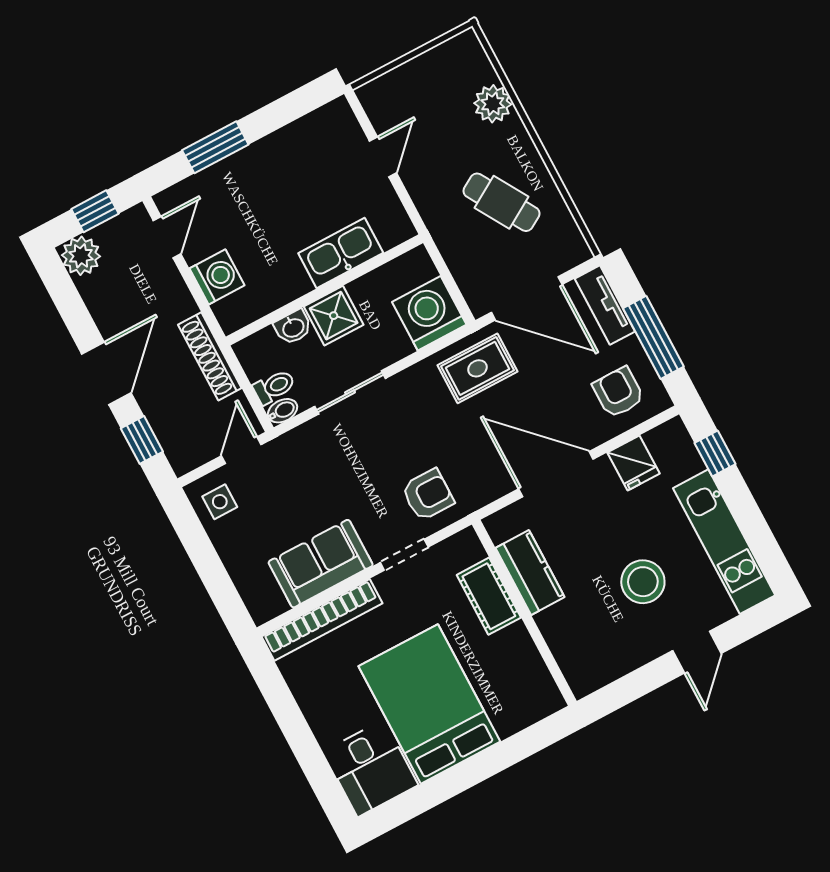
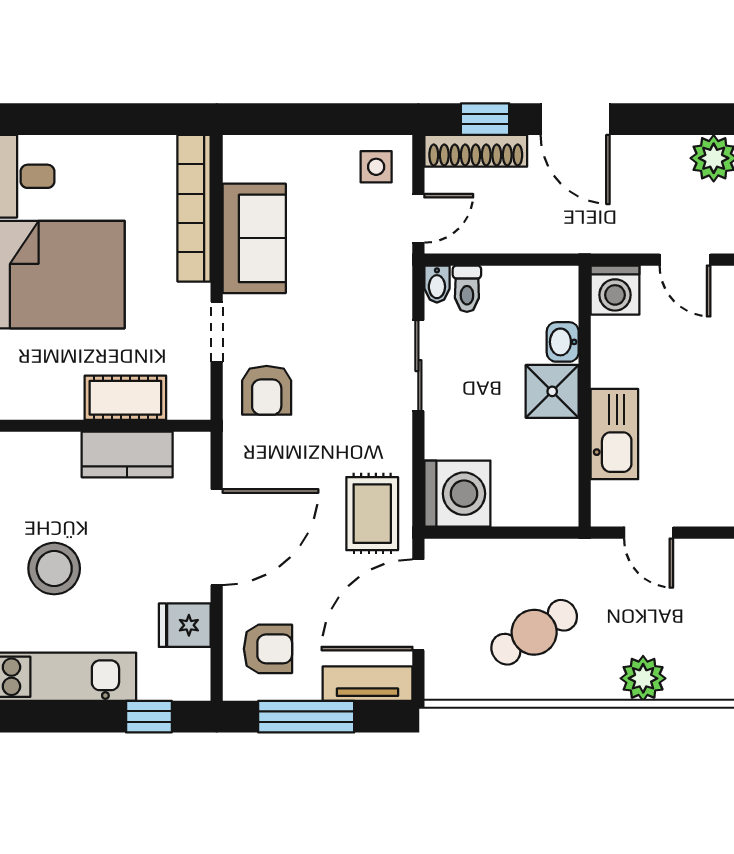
kitchen sink: (341, 253) -> (614, 434), moved
wall: (324, 290) -> (585, 396), moved
shower: (334, 316) -> (552, 391), moved
washbasin: (293, 327) -> (563, 342), moved
shoe rack: (210, 356) -> (476, 151), moved, turned 180
door: (241, 450) -> (418, 218), hinge flipped

